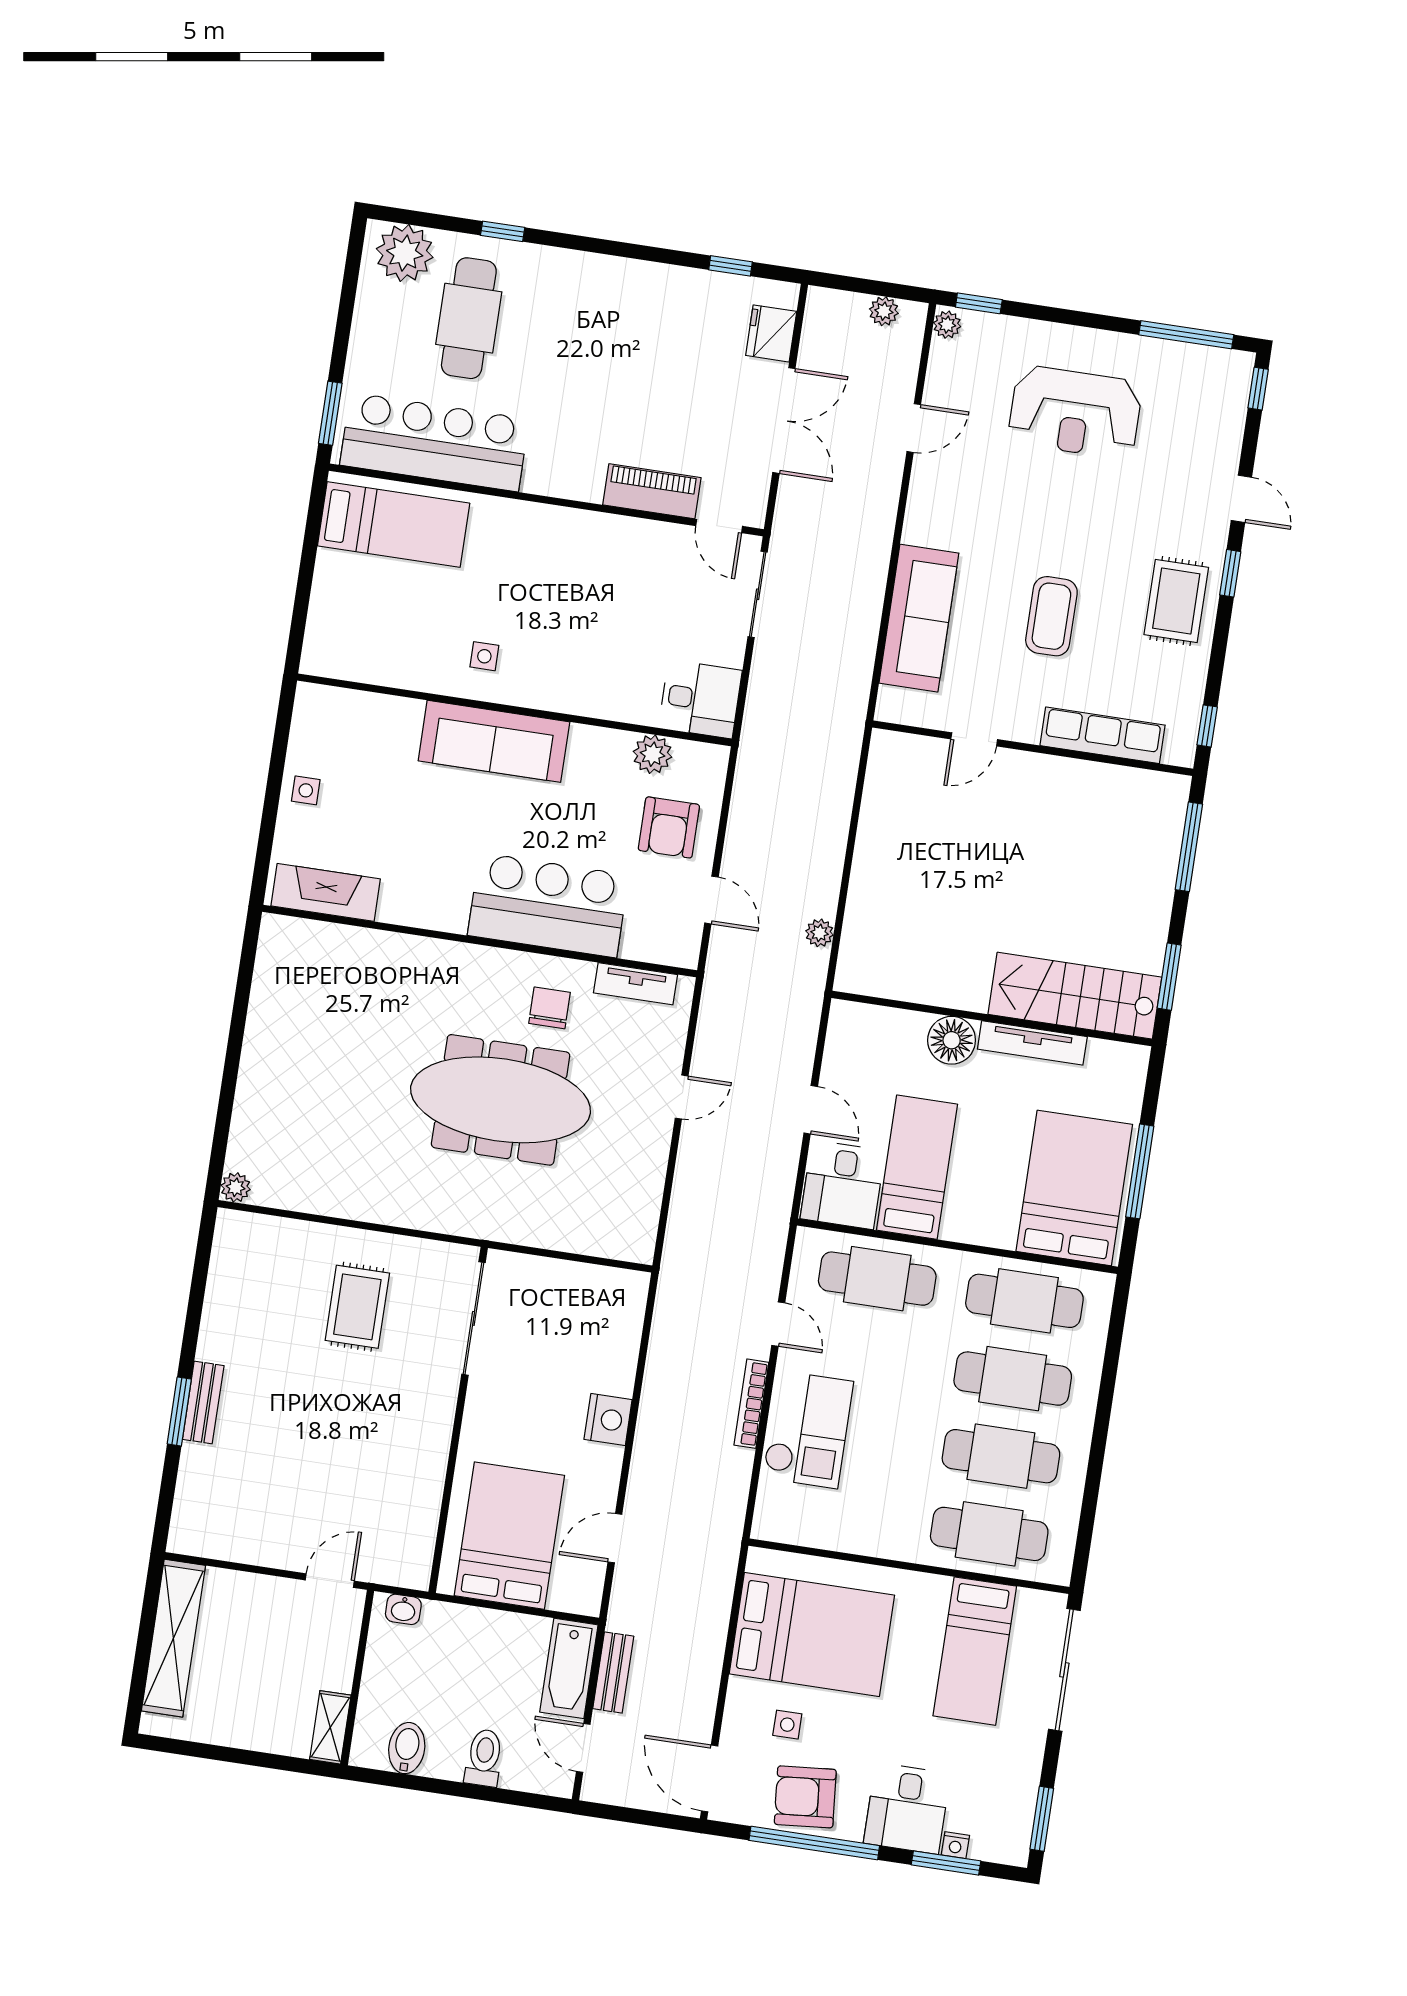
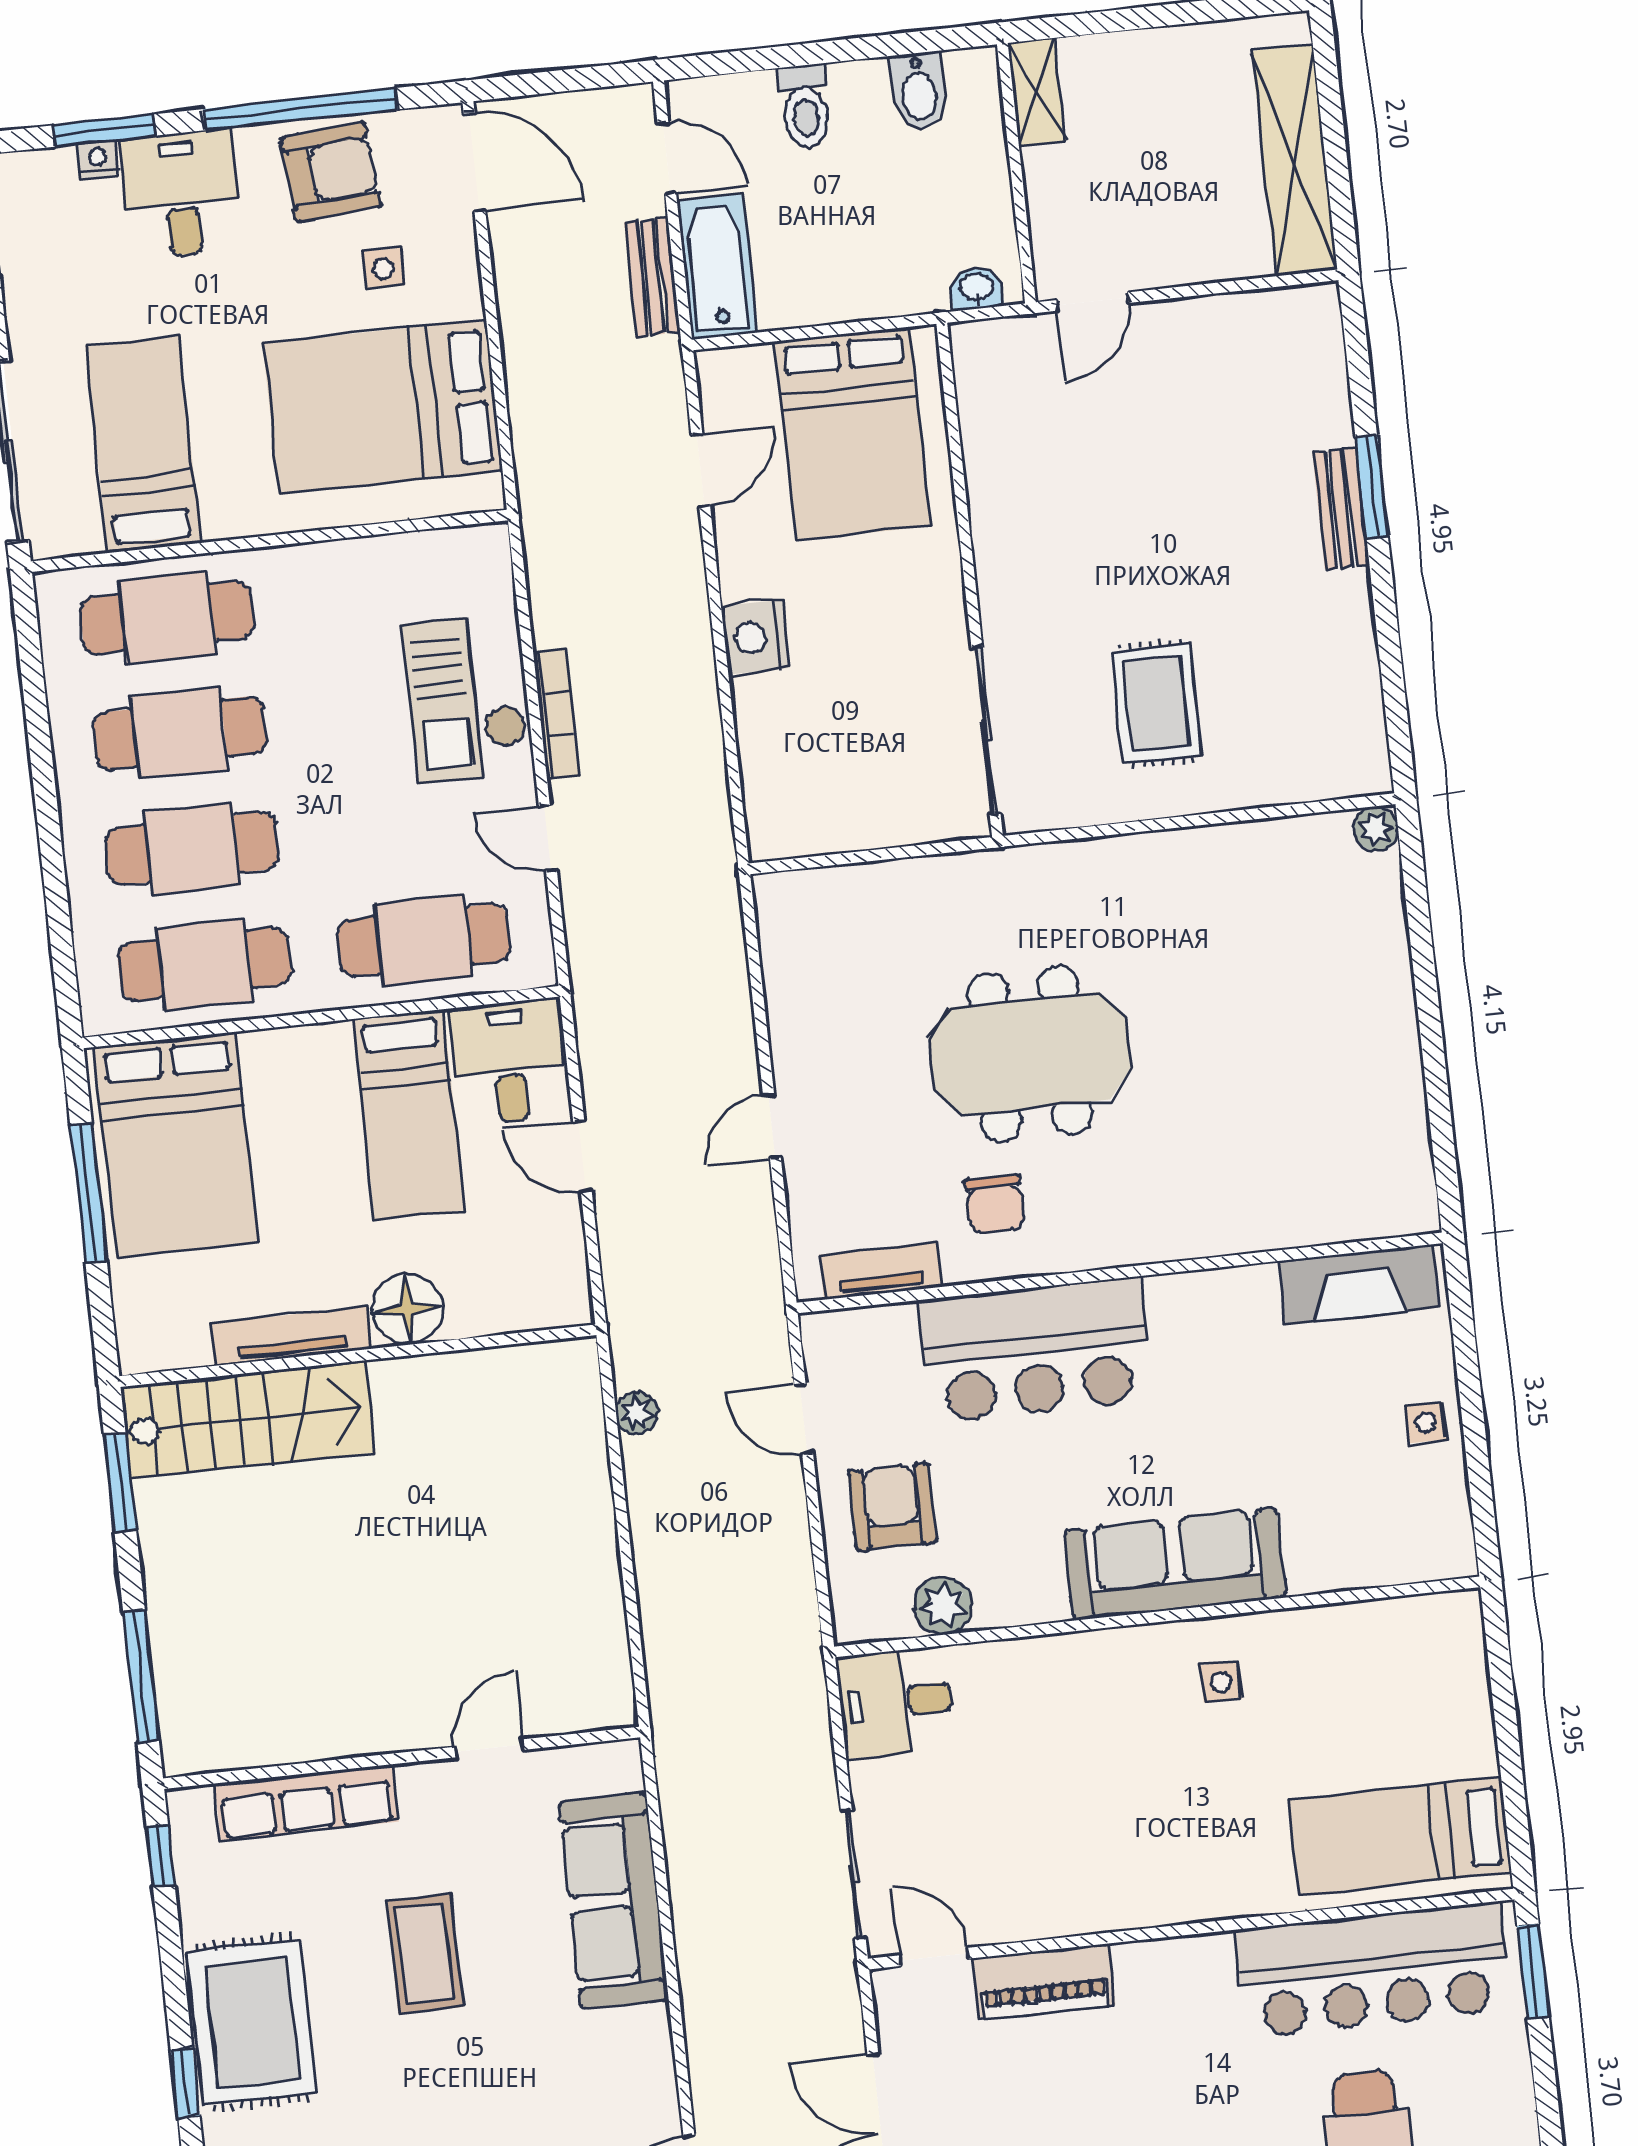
rug: (1176, 601) -> (252, 2023), width x1.36, depth x1.43
meeting table: (501, 1100) -> (1030, 1054), width x0.73

